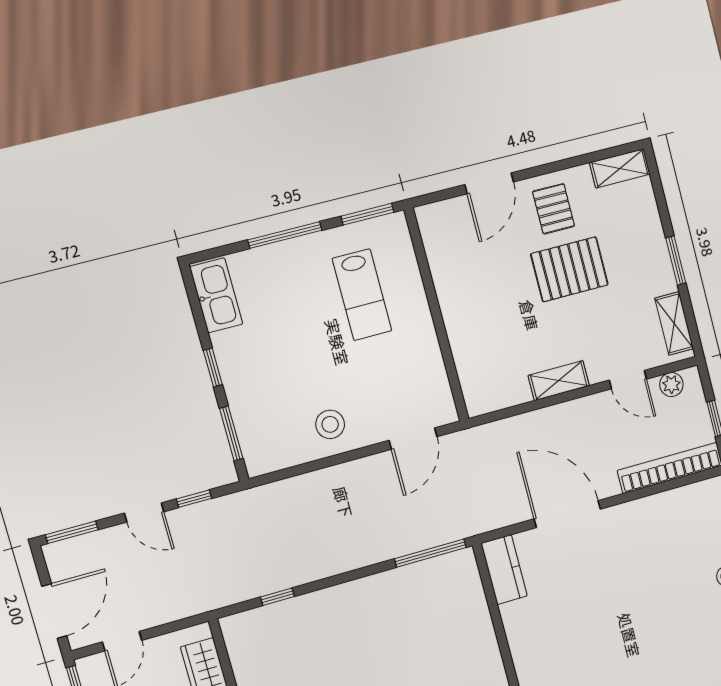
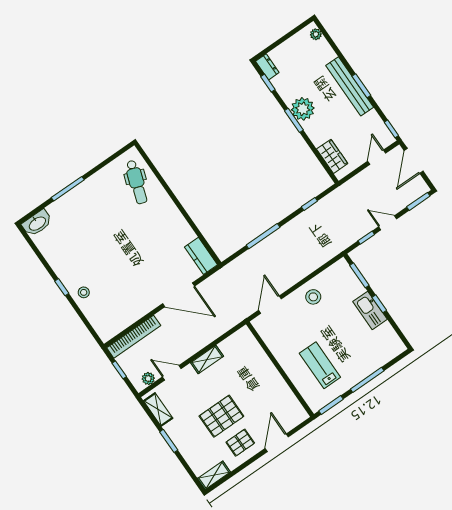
pallet: (554, 209) -> (240, 443), turned 90
kitchen sink: (216, 295) -> (370, 310), moved
window: (430, 553) -> (263, 236), moved

